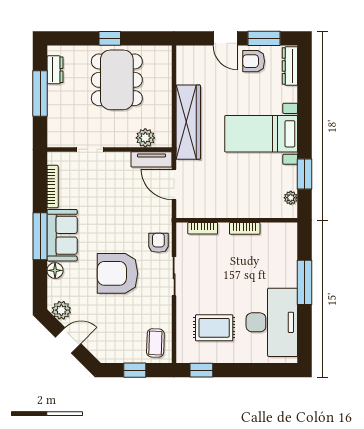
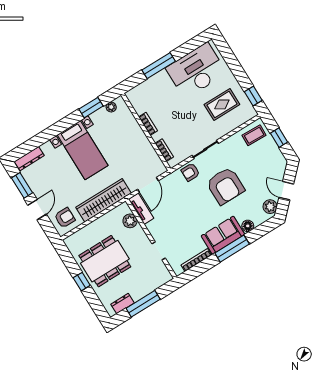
armchair: (254, 61) -> (65, 218), moved, turned -90
rug: (214, 328) -> (222, 104), turned 90

